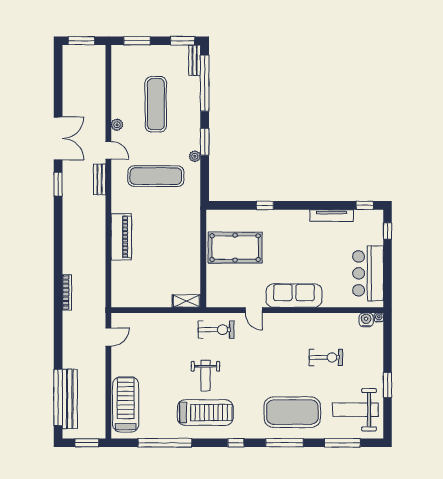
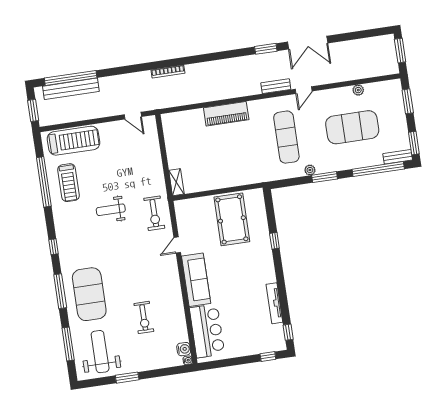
exercise mat: (156, 104) -> (352, 127), width x1.47
plant: (117, 125) -> (358, 90), moved
bar counter: (368, 273) -> (207, 331), moved, turned 90
treadmill: (205, 413) -> (69, 183), moved, width x0.73, depth x0.73

